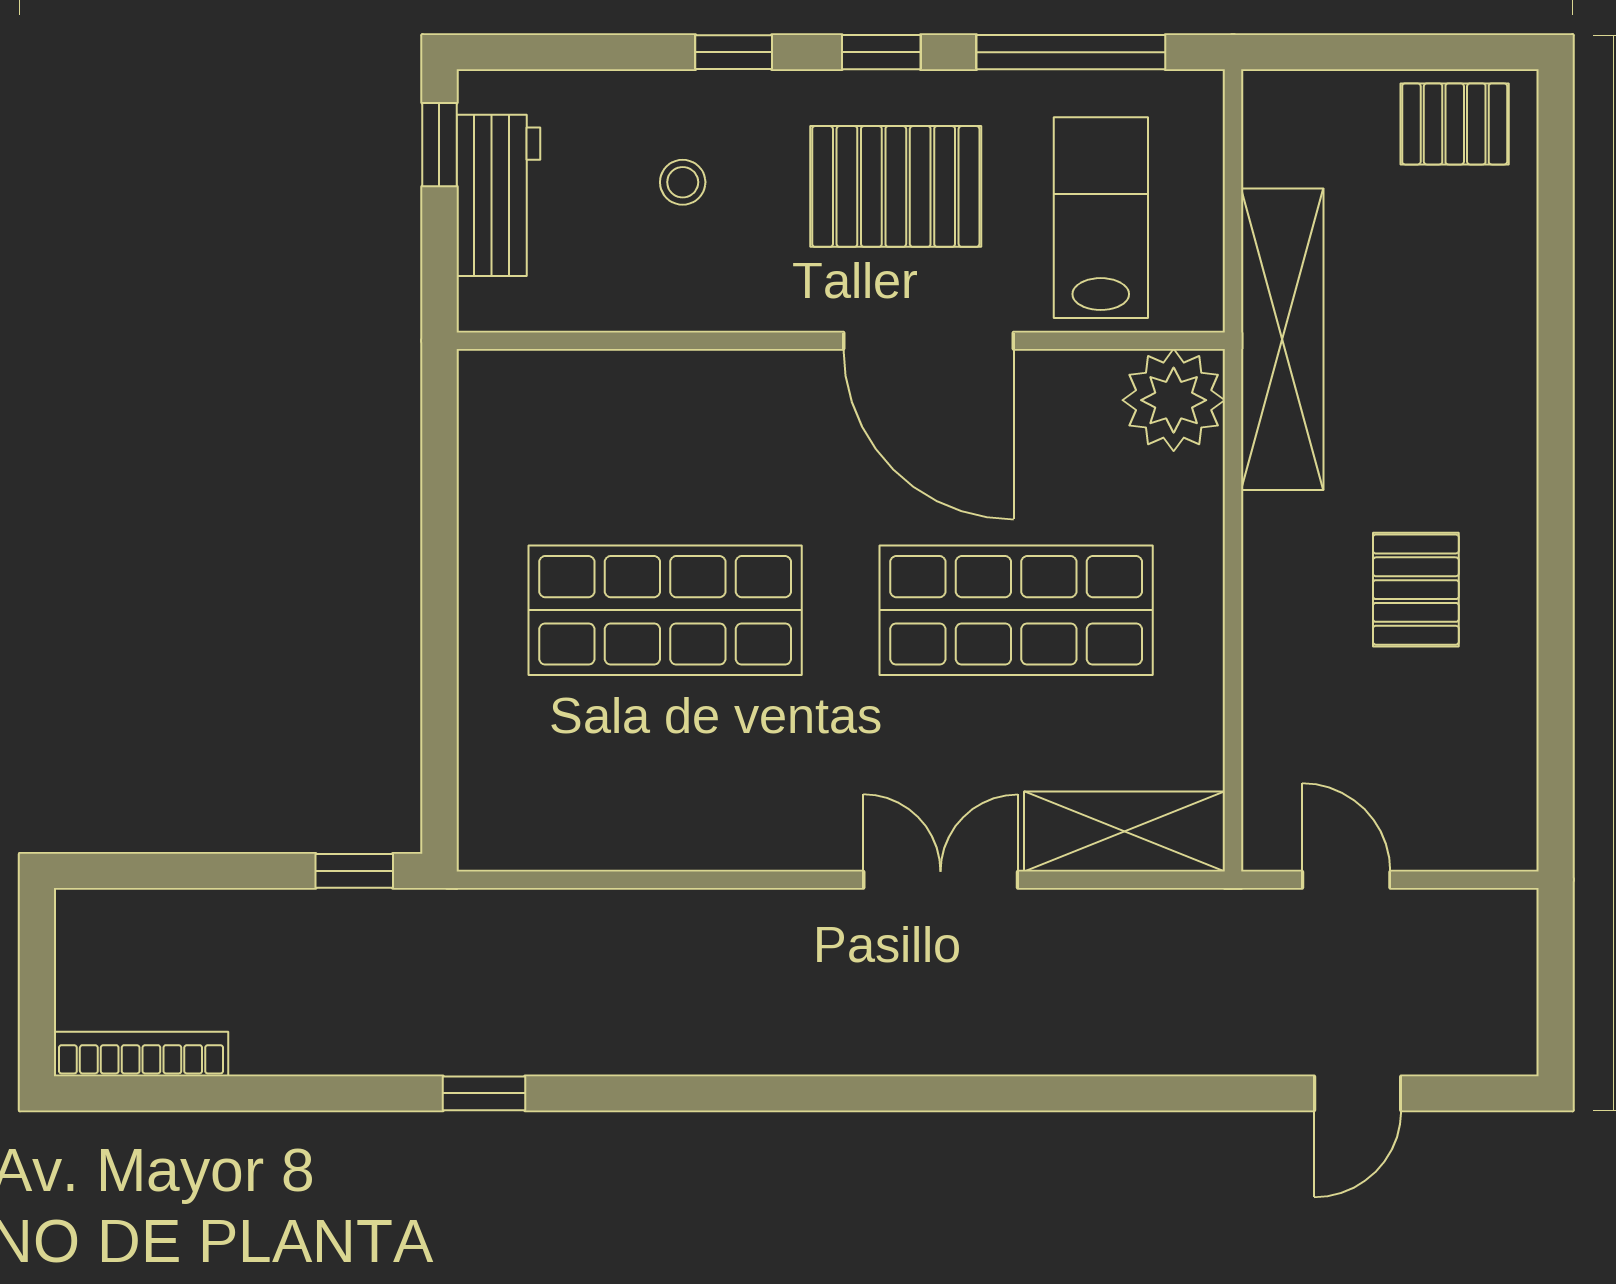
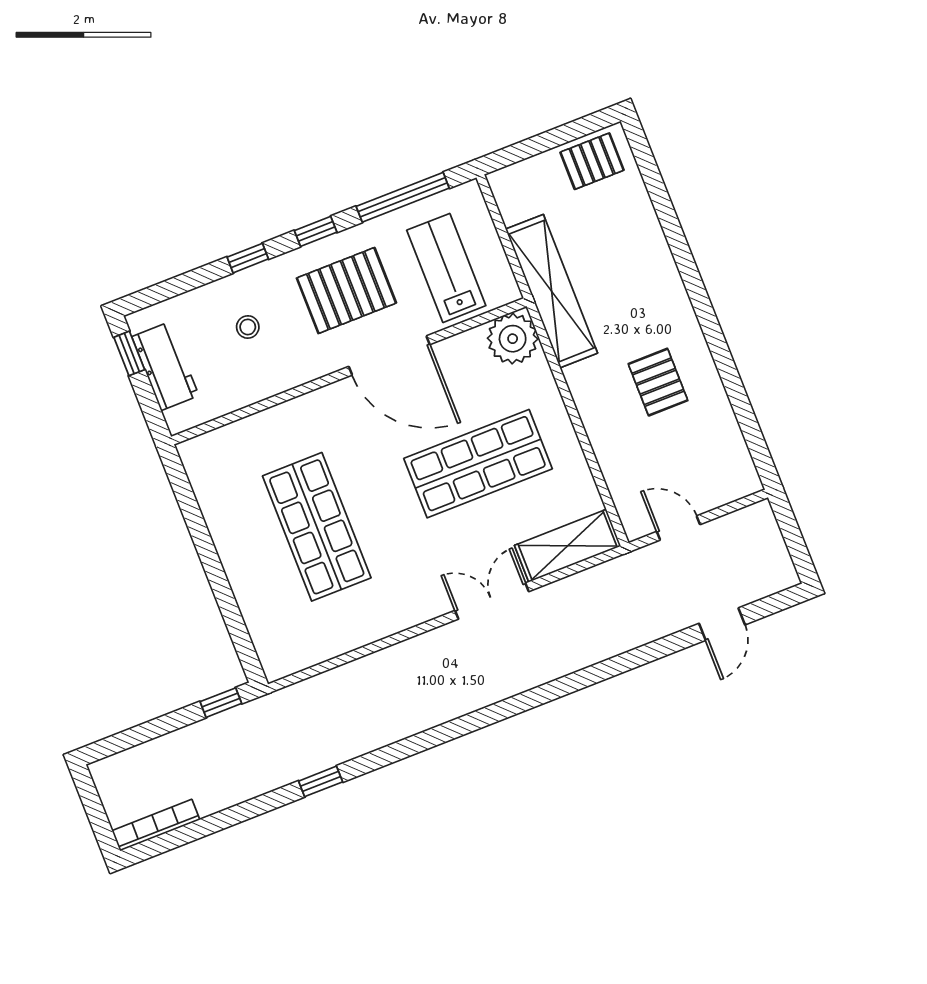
shop shelf: (665, 610) -> (317, 527), turned 90

